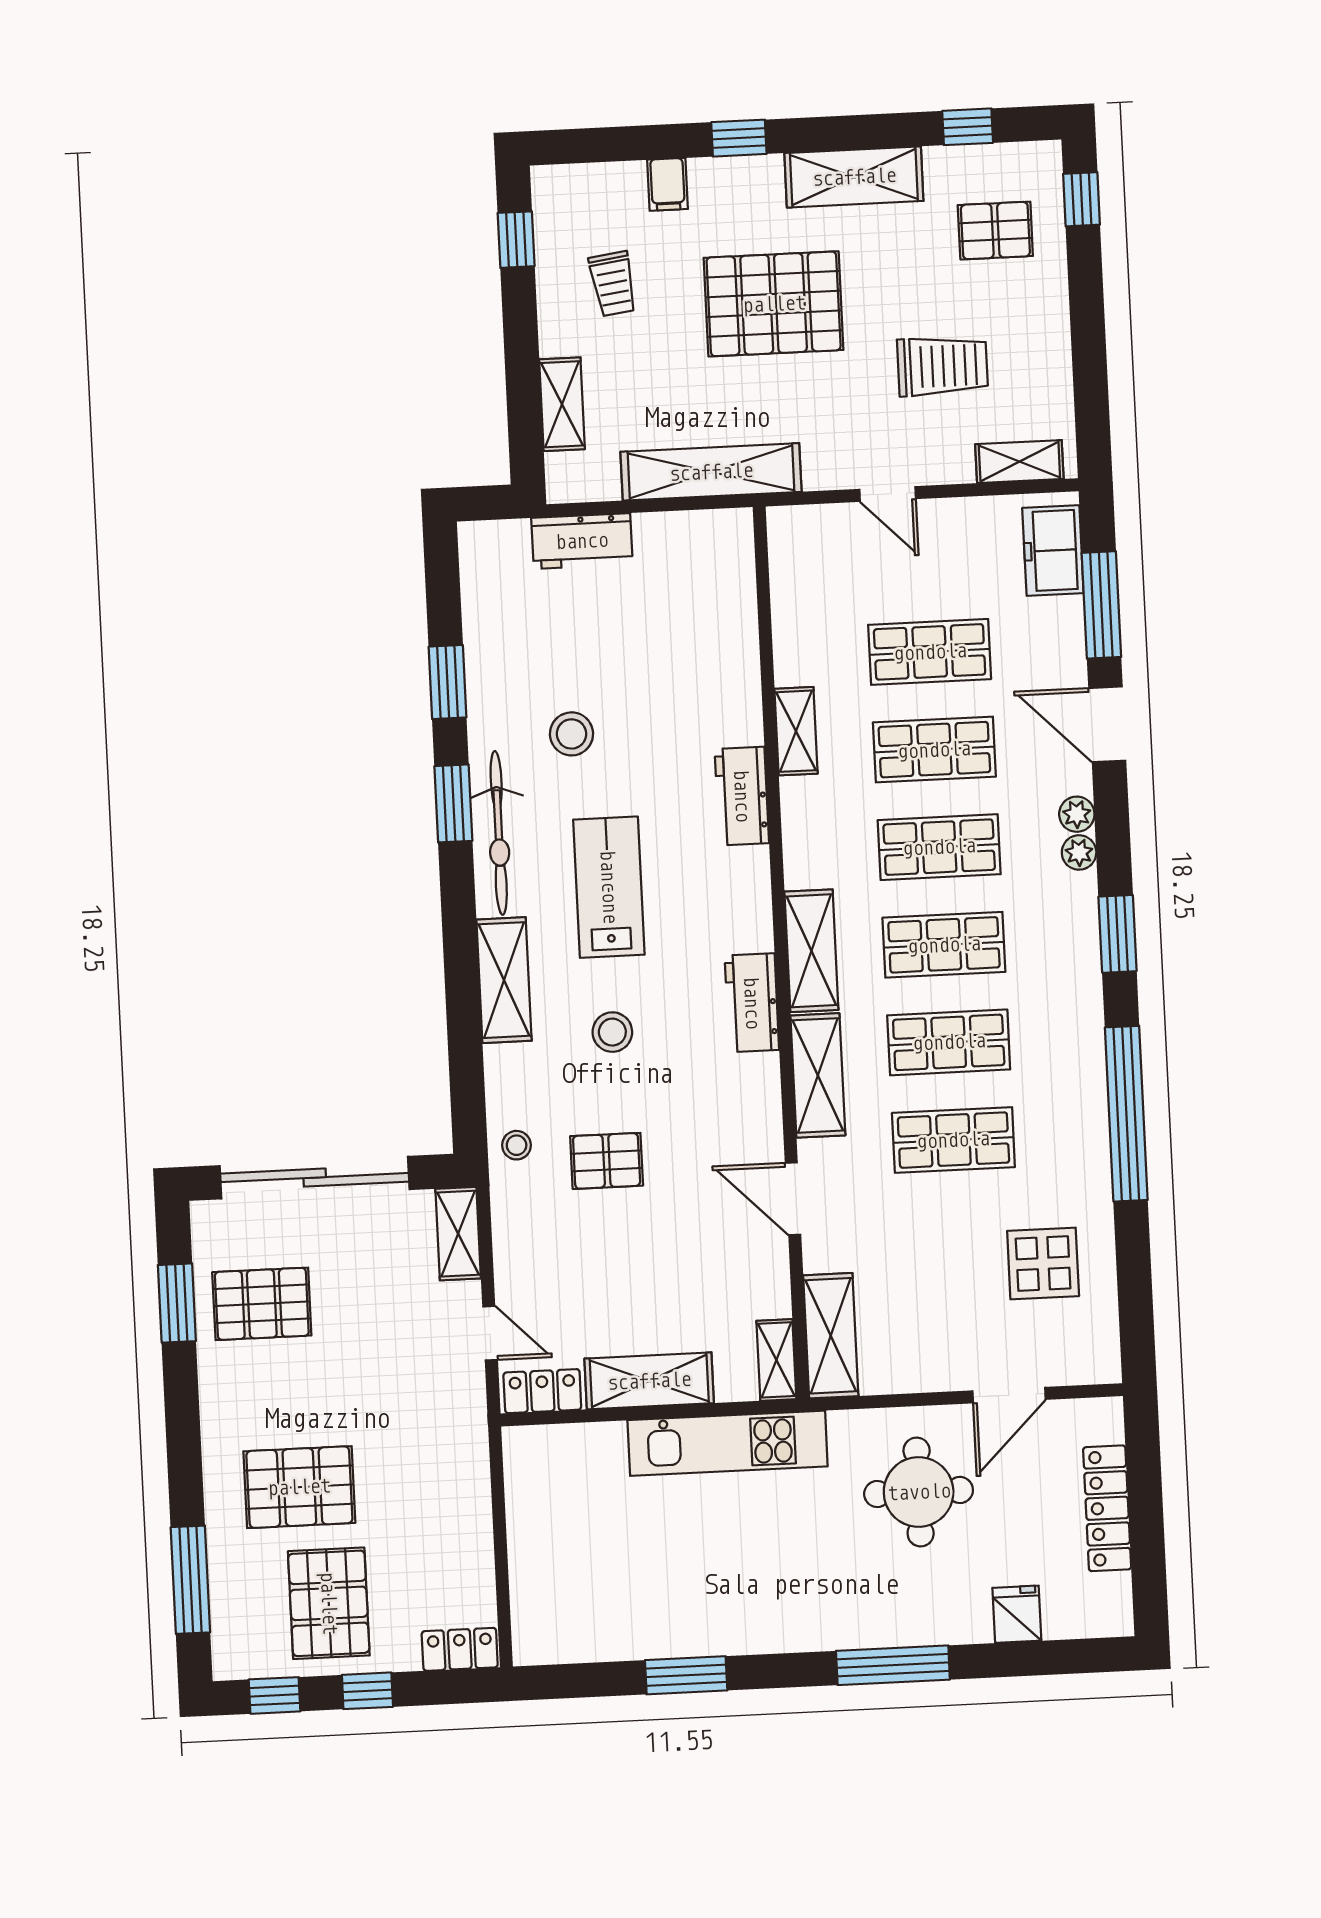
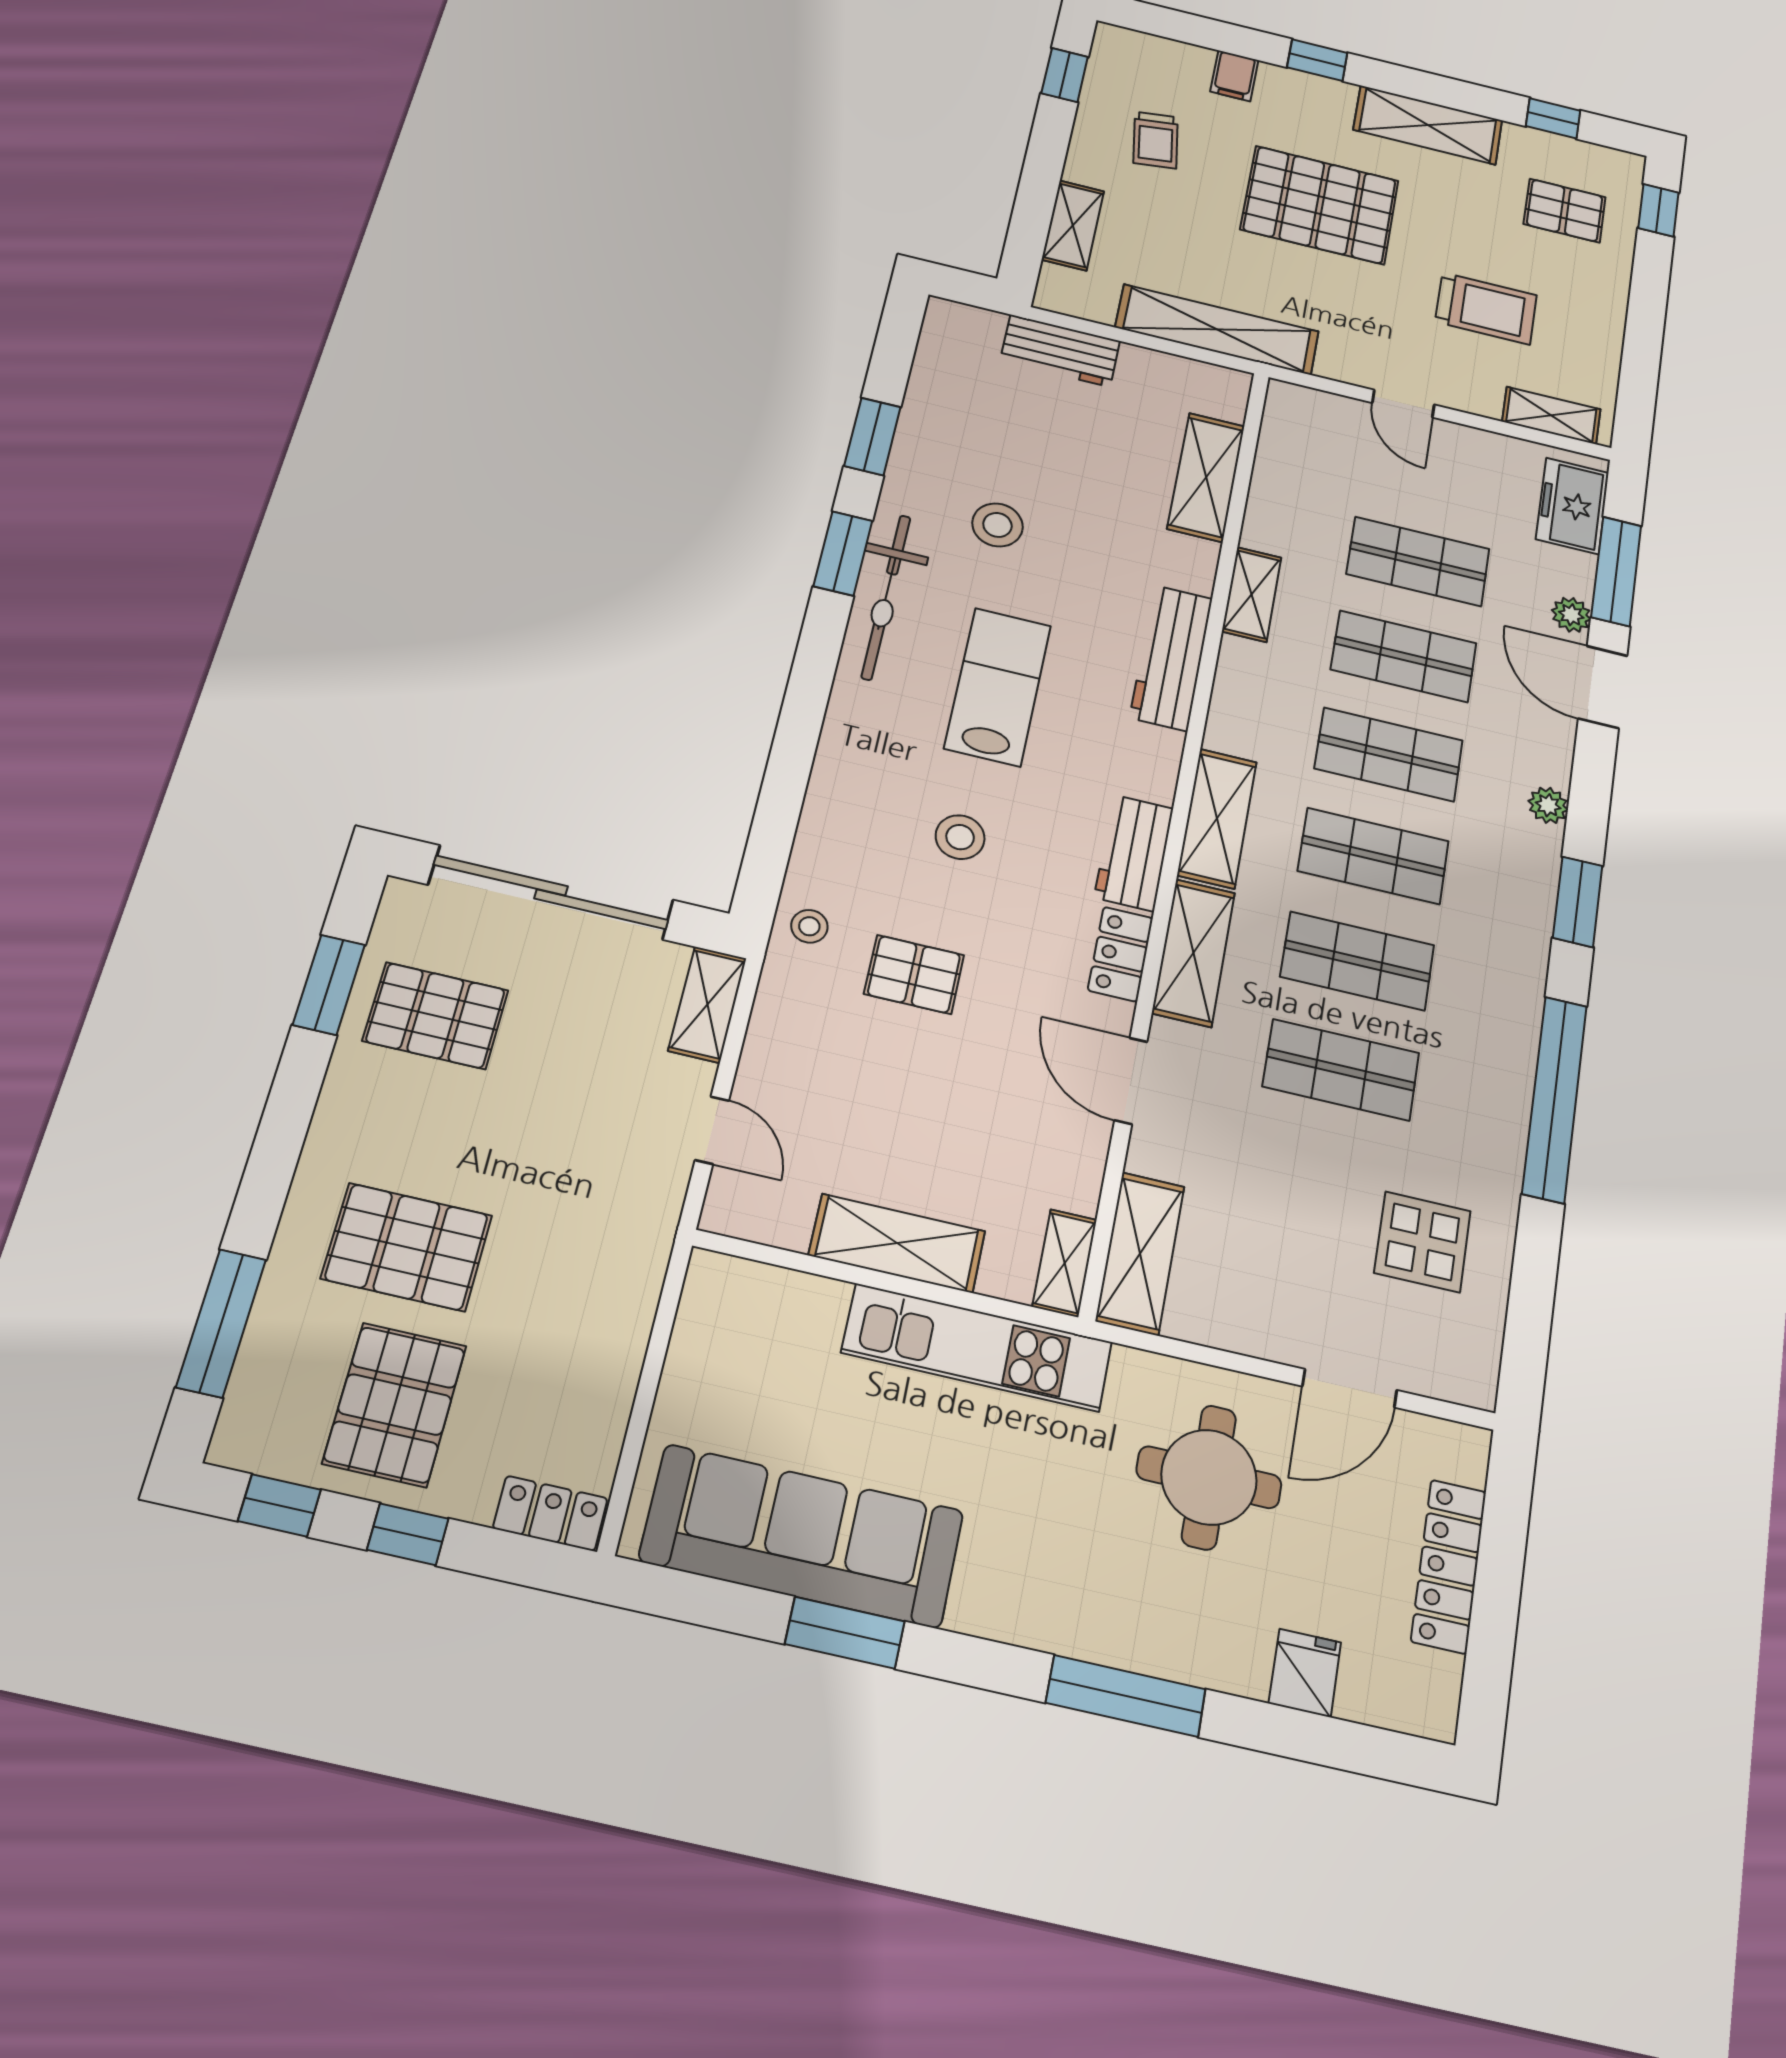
workbench: (742, 796) -> (1171, 658), width x1.38
plant: (1077, 814) -> (1571, 615), moved
shelving: (504, 980) -> (1206, 477), moved
locker: (542, 1391) -> (1120, 954), moved, turned -90
sofa: (638, 1616) -> (802, 1536), added

